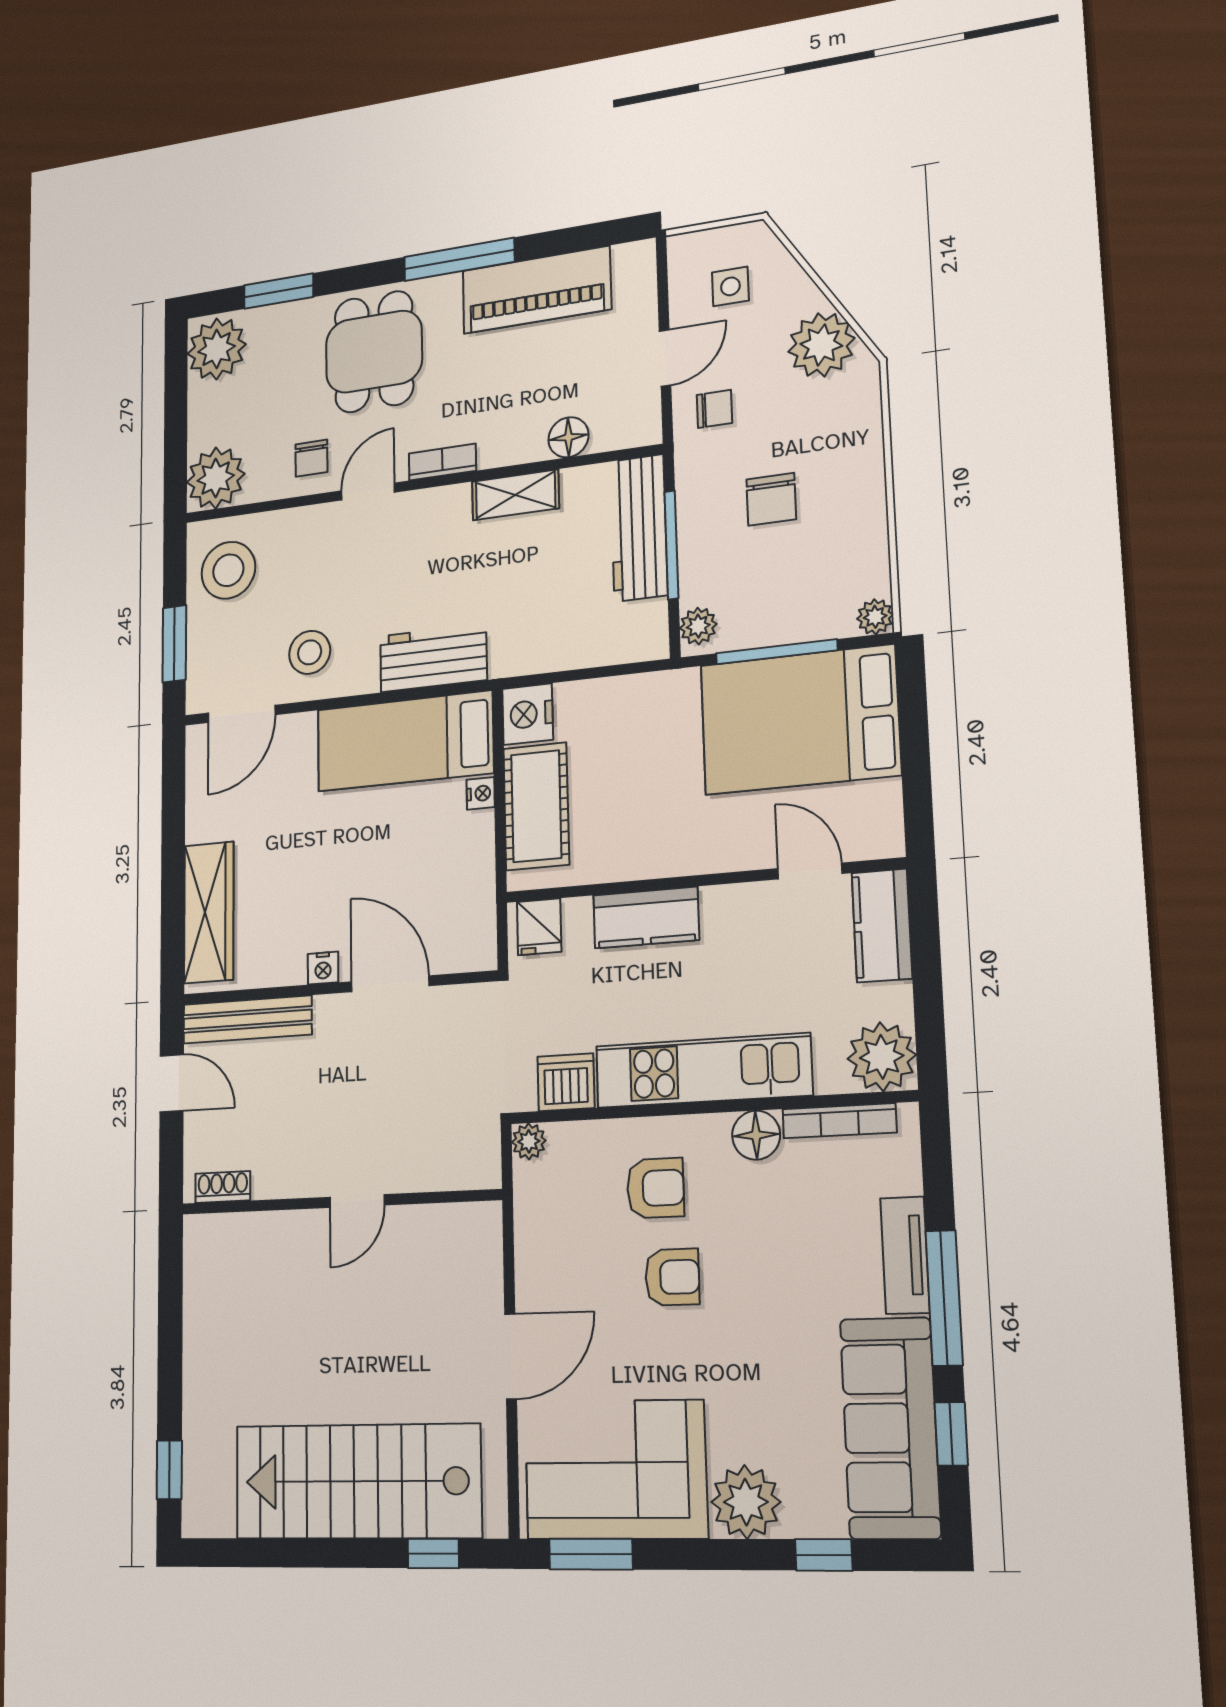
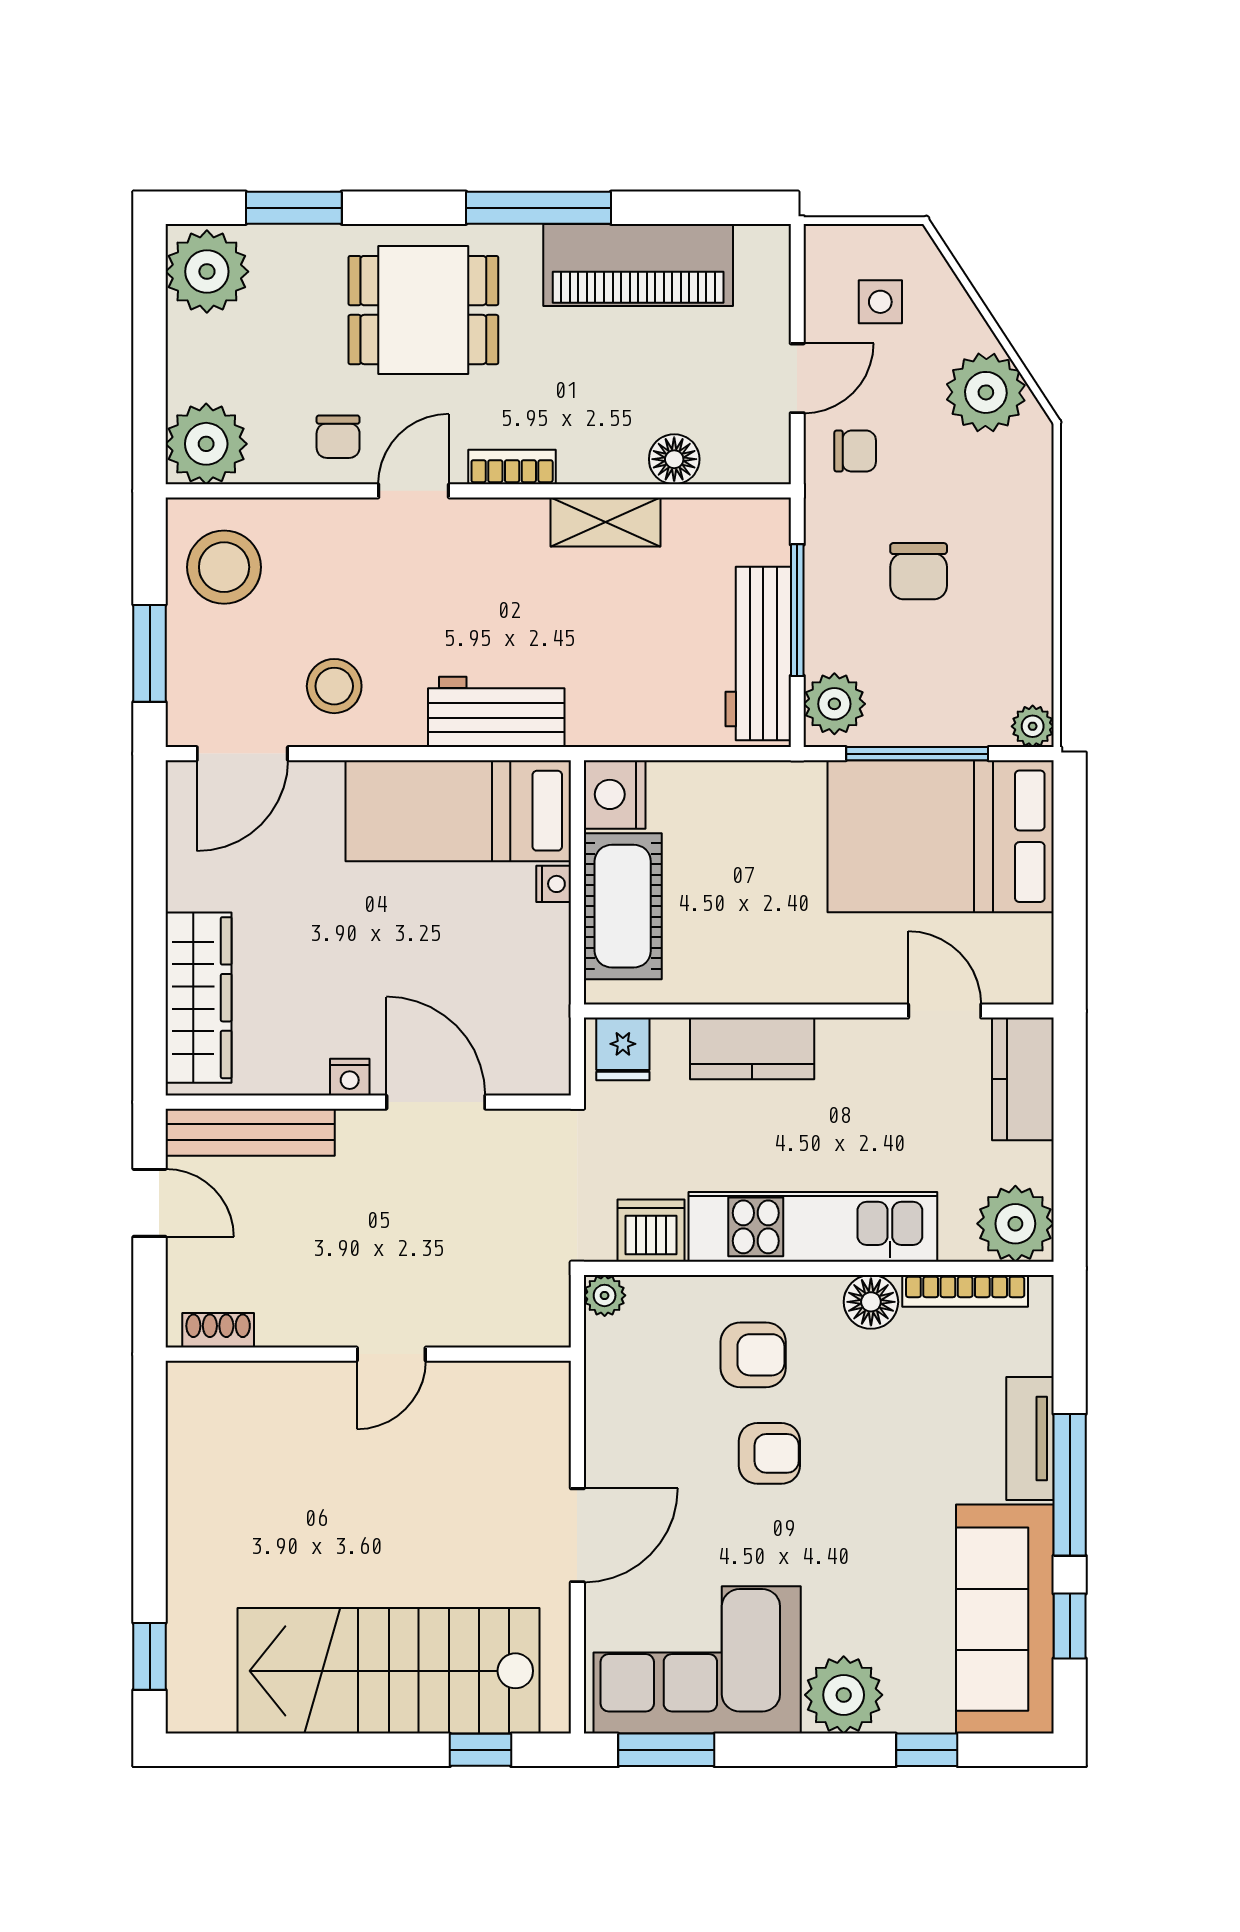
dining table: (374, 352) -> (423, 310), turned 90
workbench: (639, 528) -> (758, 653), moved
plant: (698, 626) -> (834, 704), width x1.38, depth x1.38

